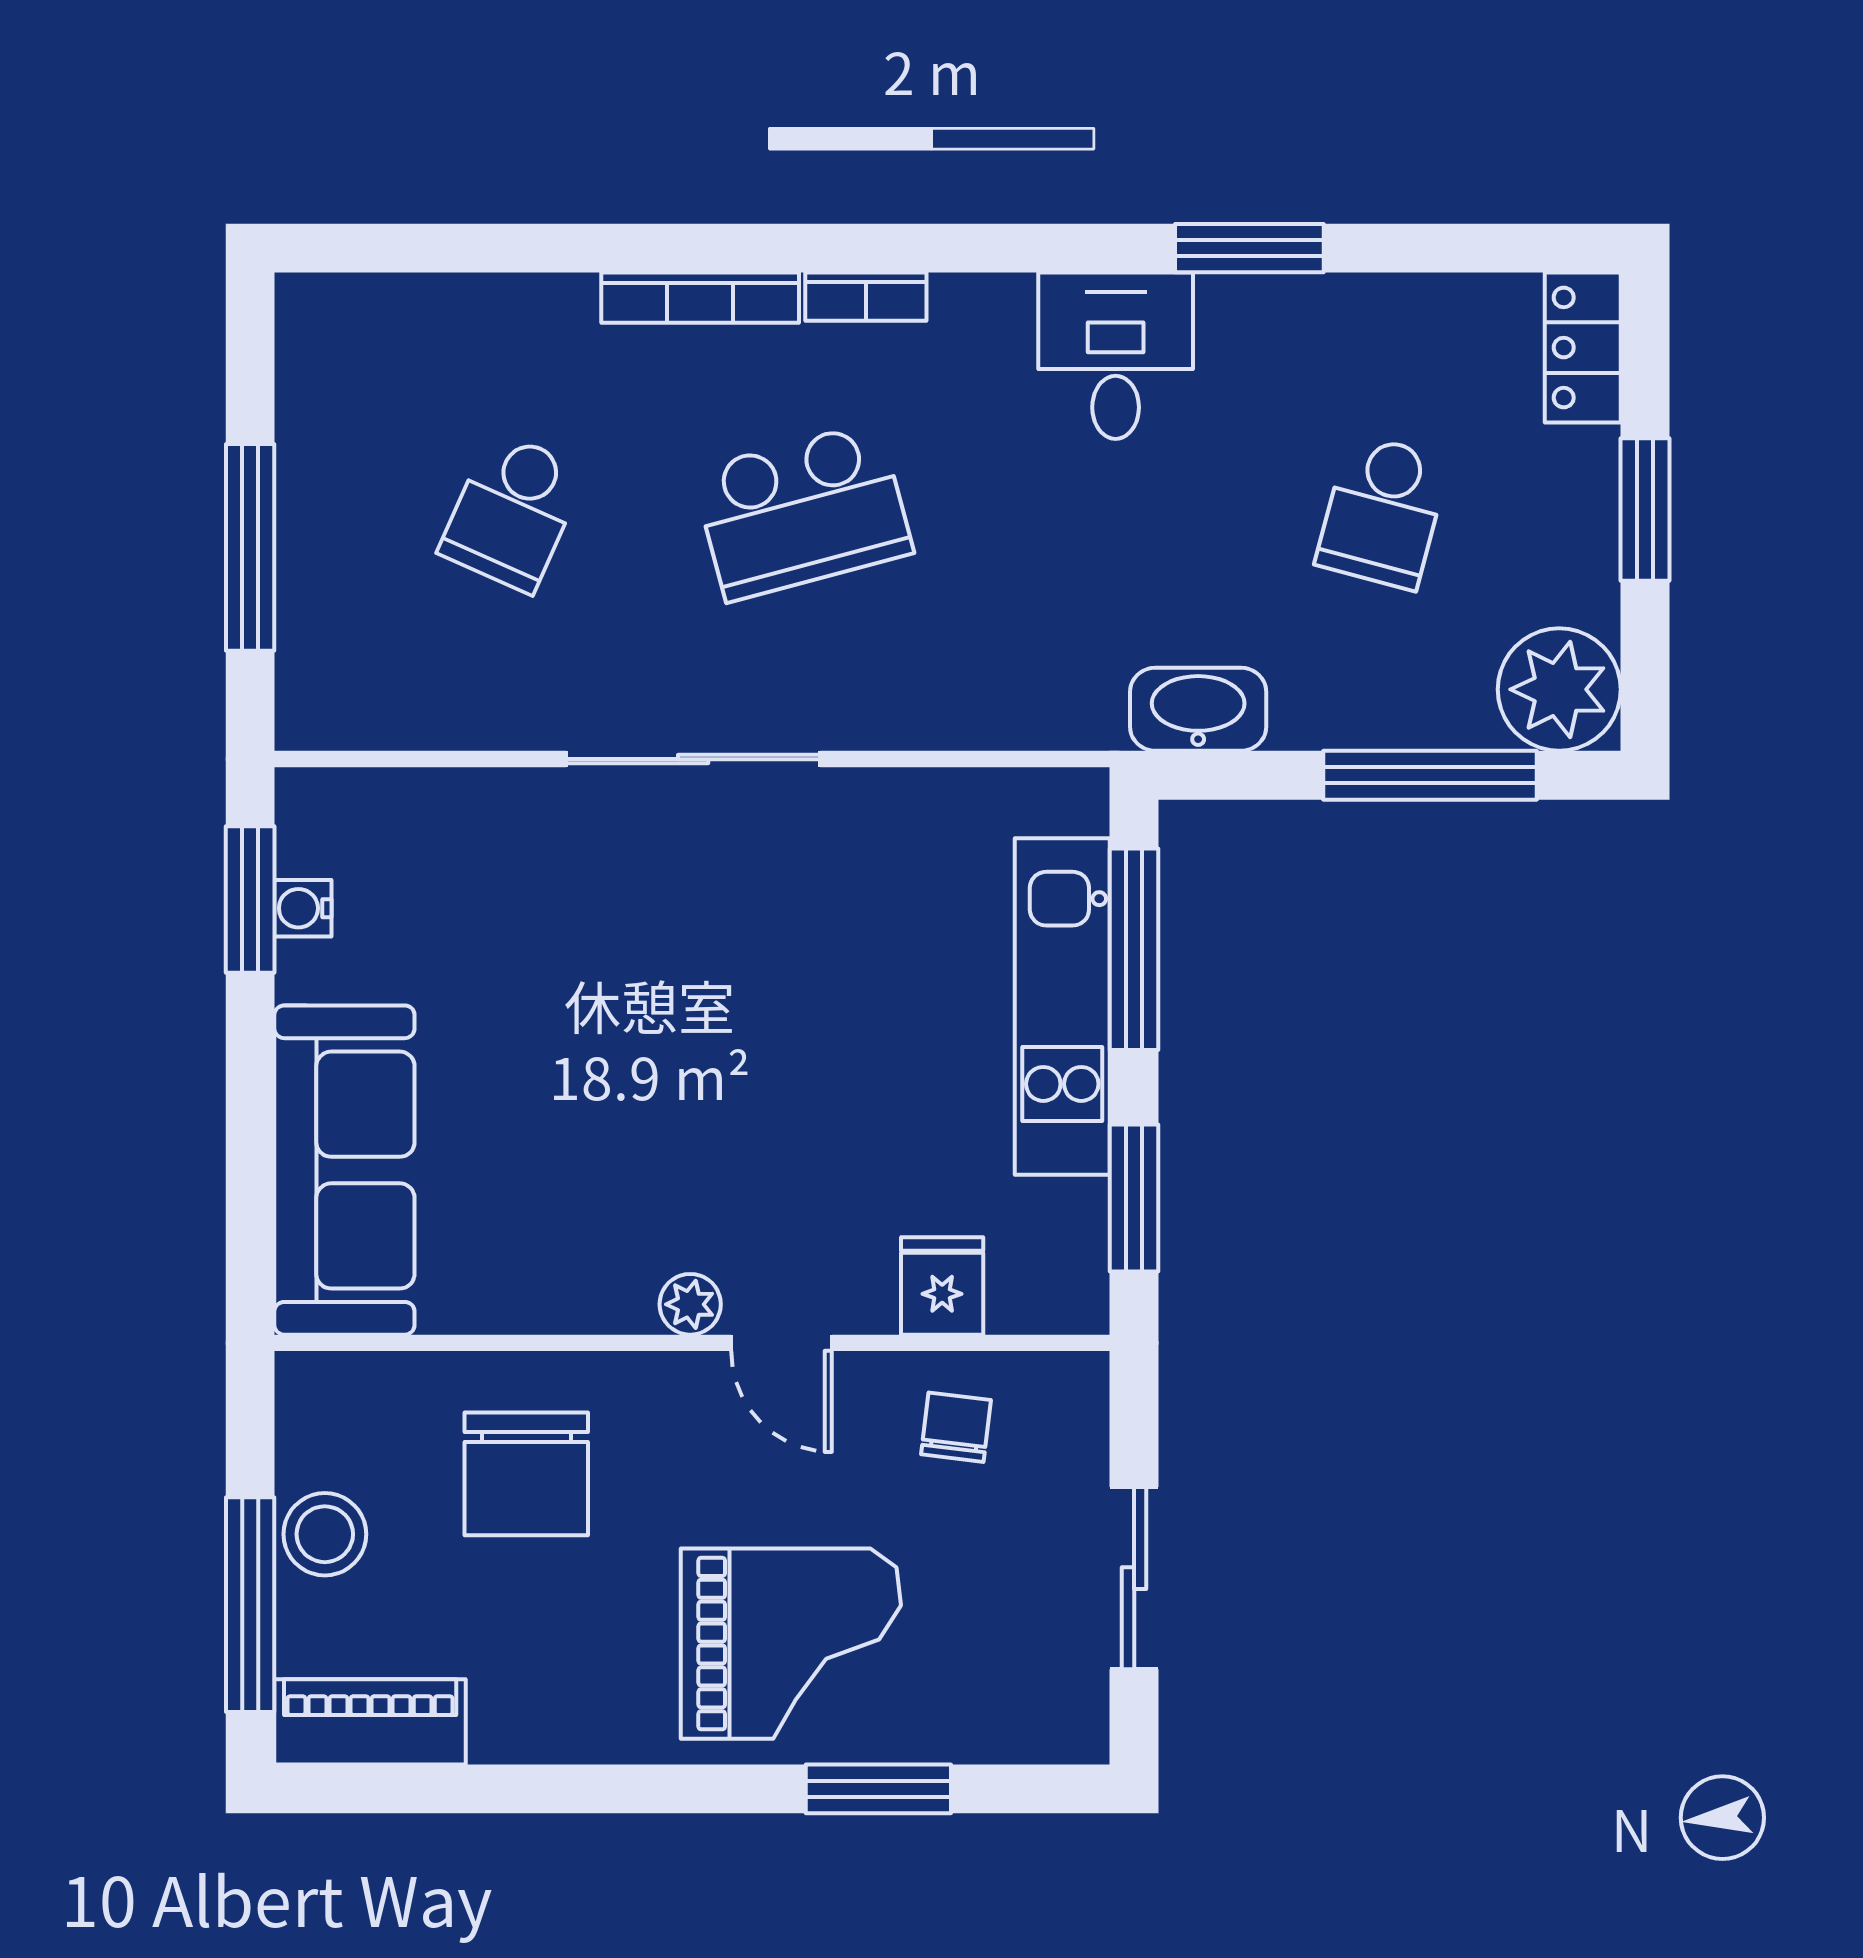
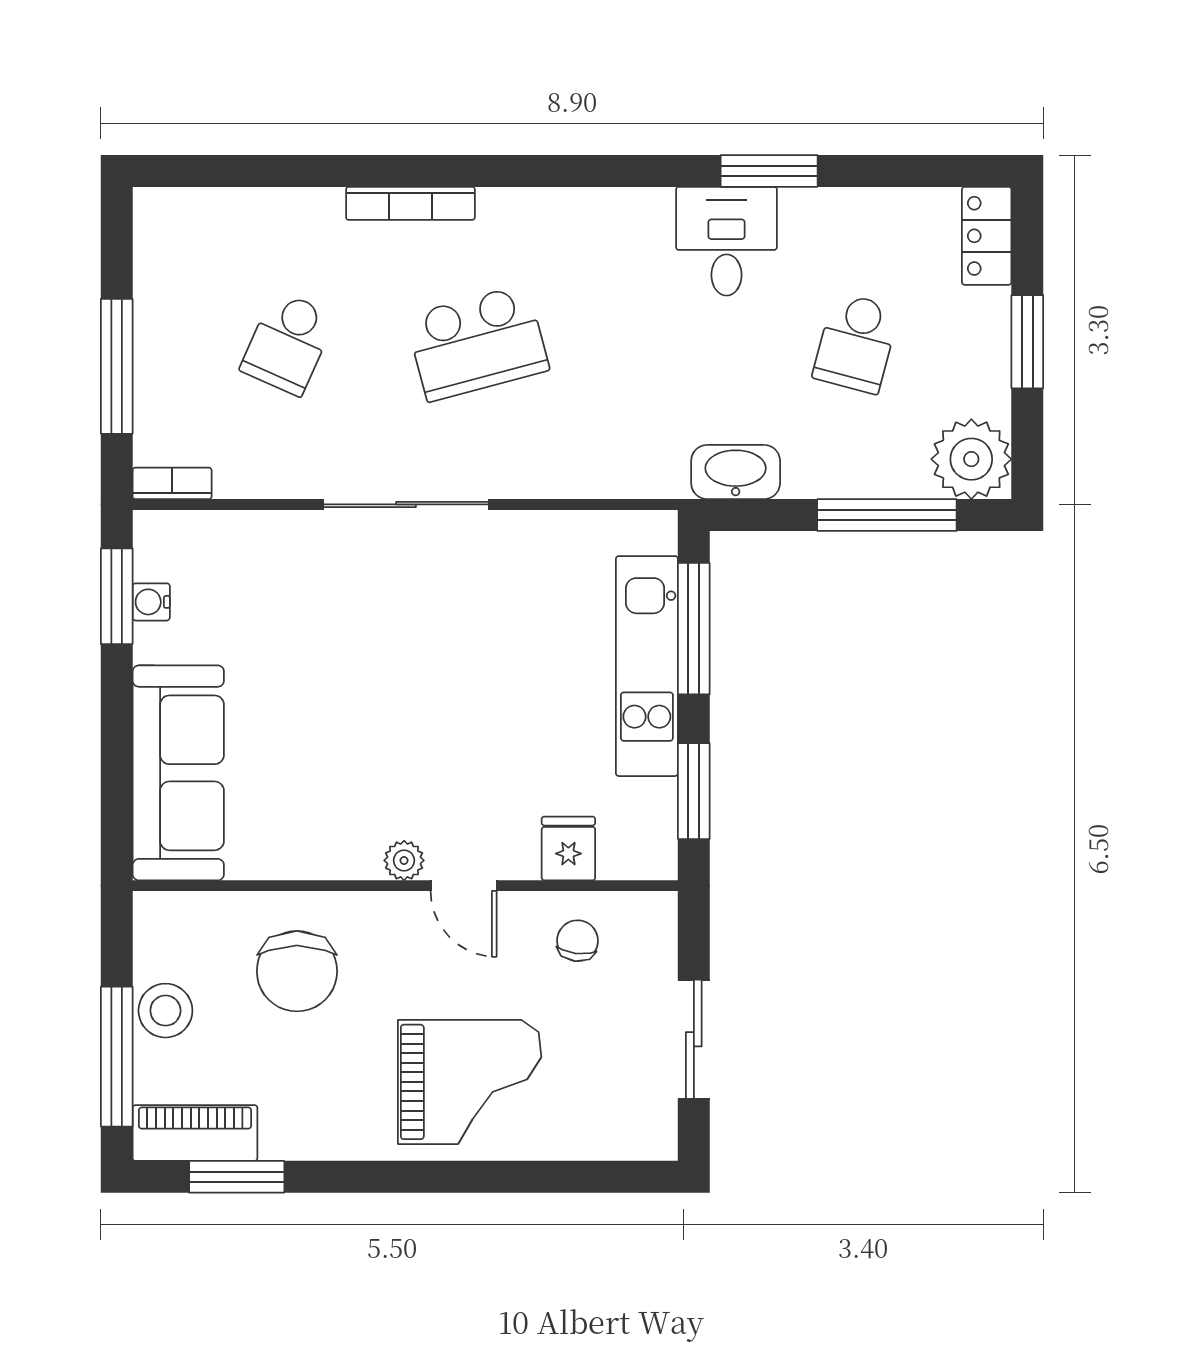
bookcase: (866, 297) -> (172, 483), moved, turned 180
desk: (1116, 356) -> (726, 241), moved
window: (878, 1789) -> (237, 1177), moved

